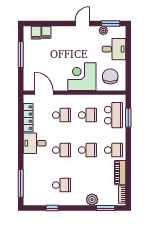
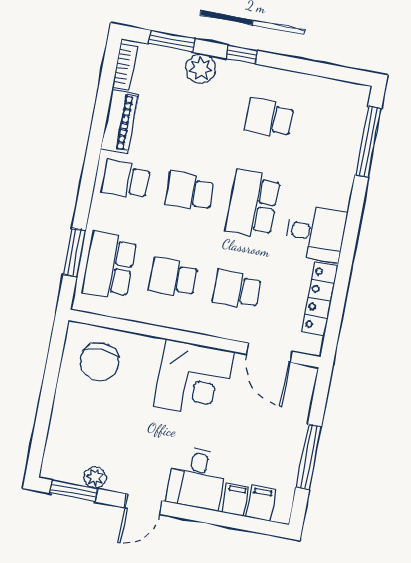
desk: (114, 49) -> (197, 478), moved, turned -90
corner desk: (82, 77) -> (194, 379), moved
school desk: (62, 150) -> (253, 204), width x1.85
window: (52, 208) -> (242, 55), moved

